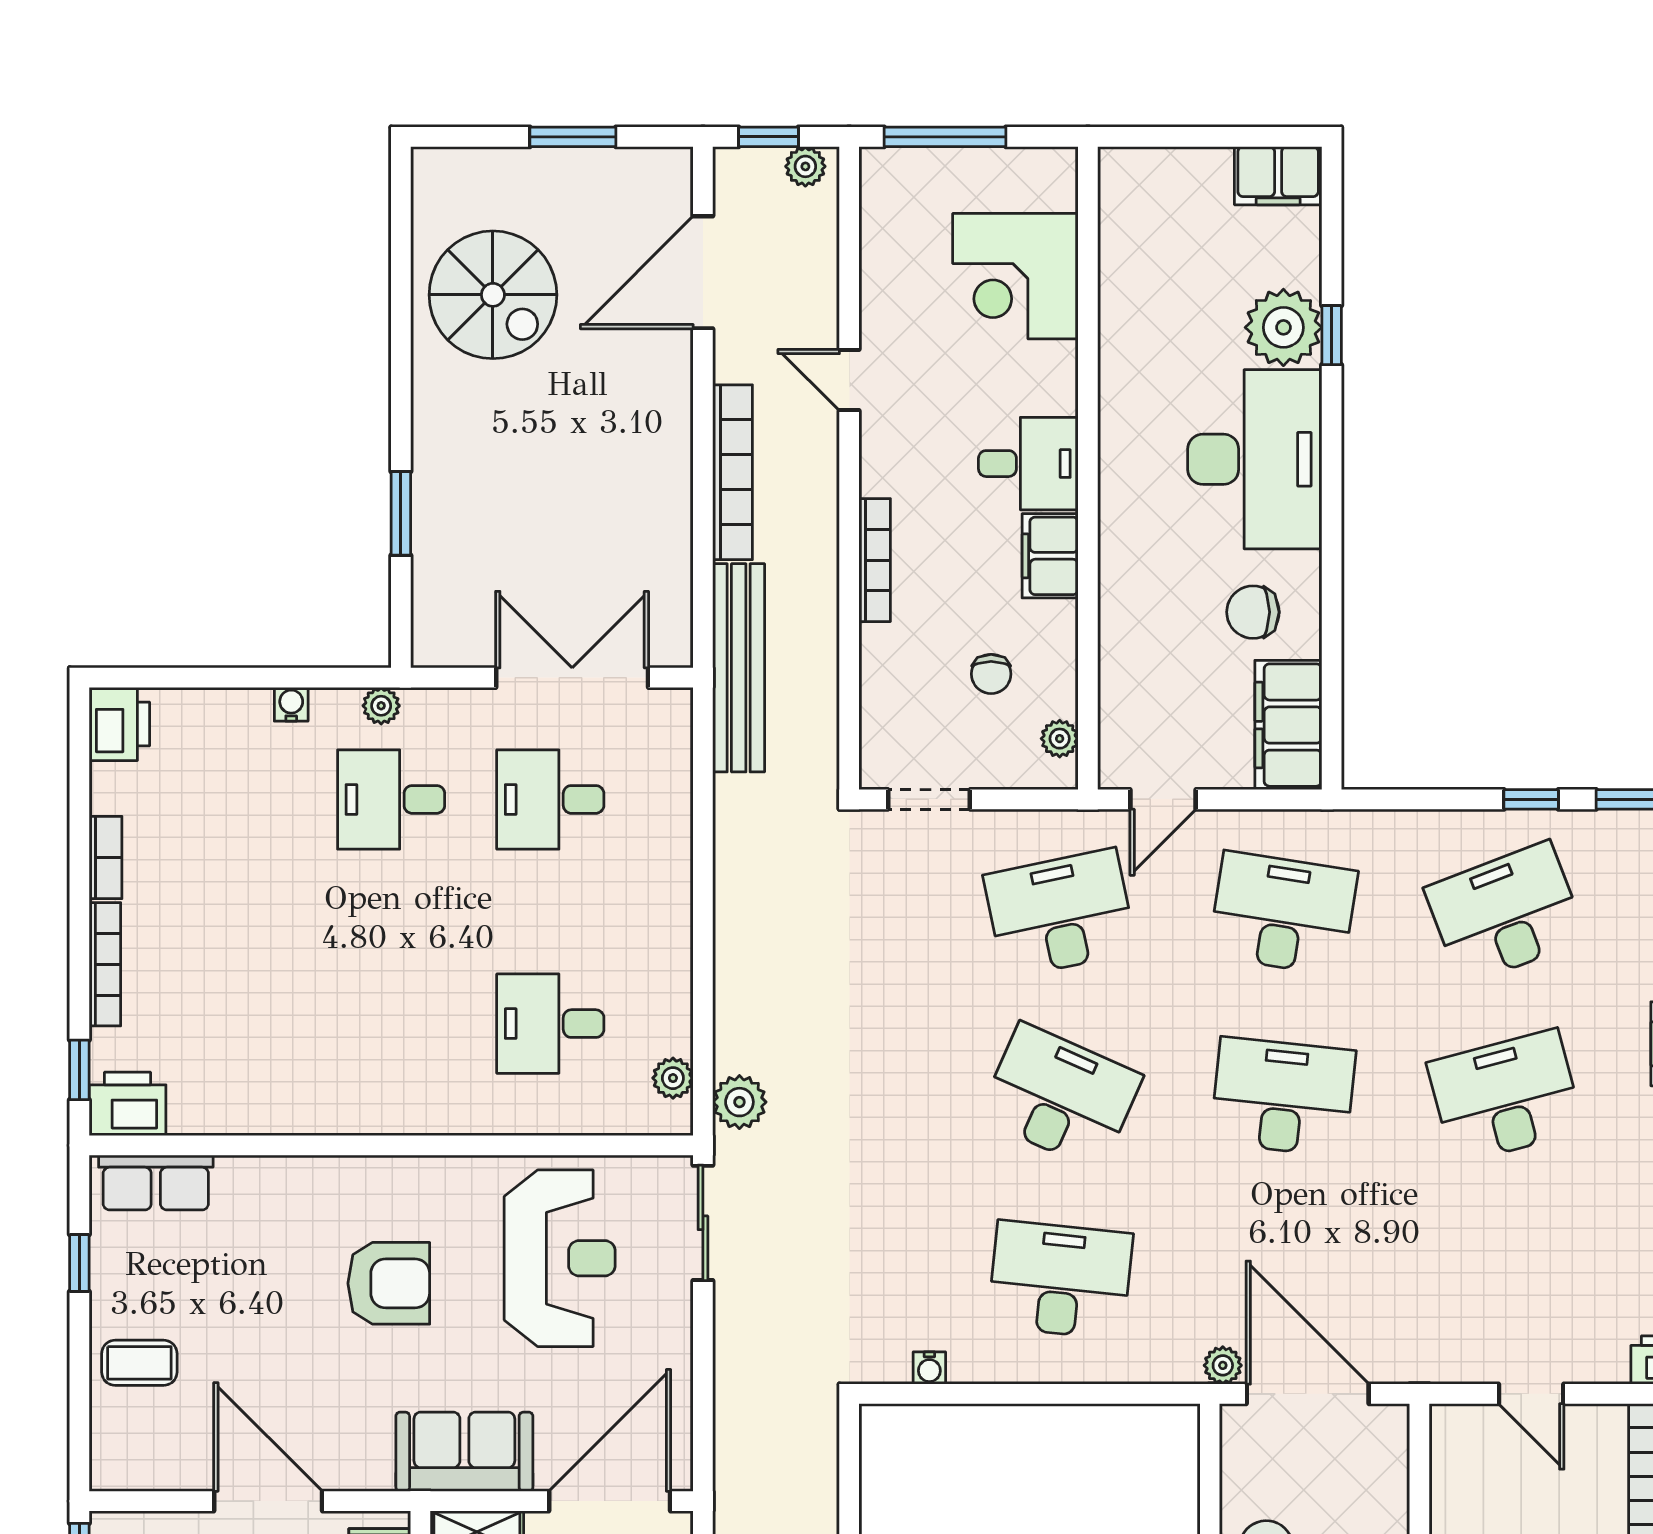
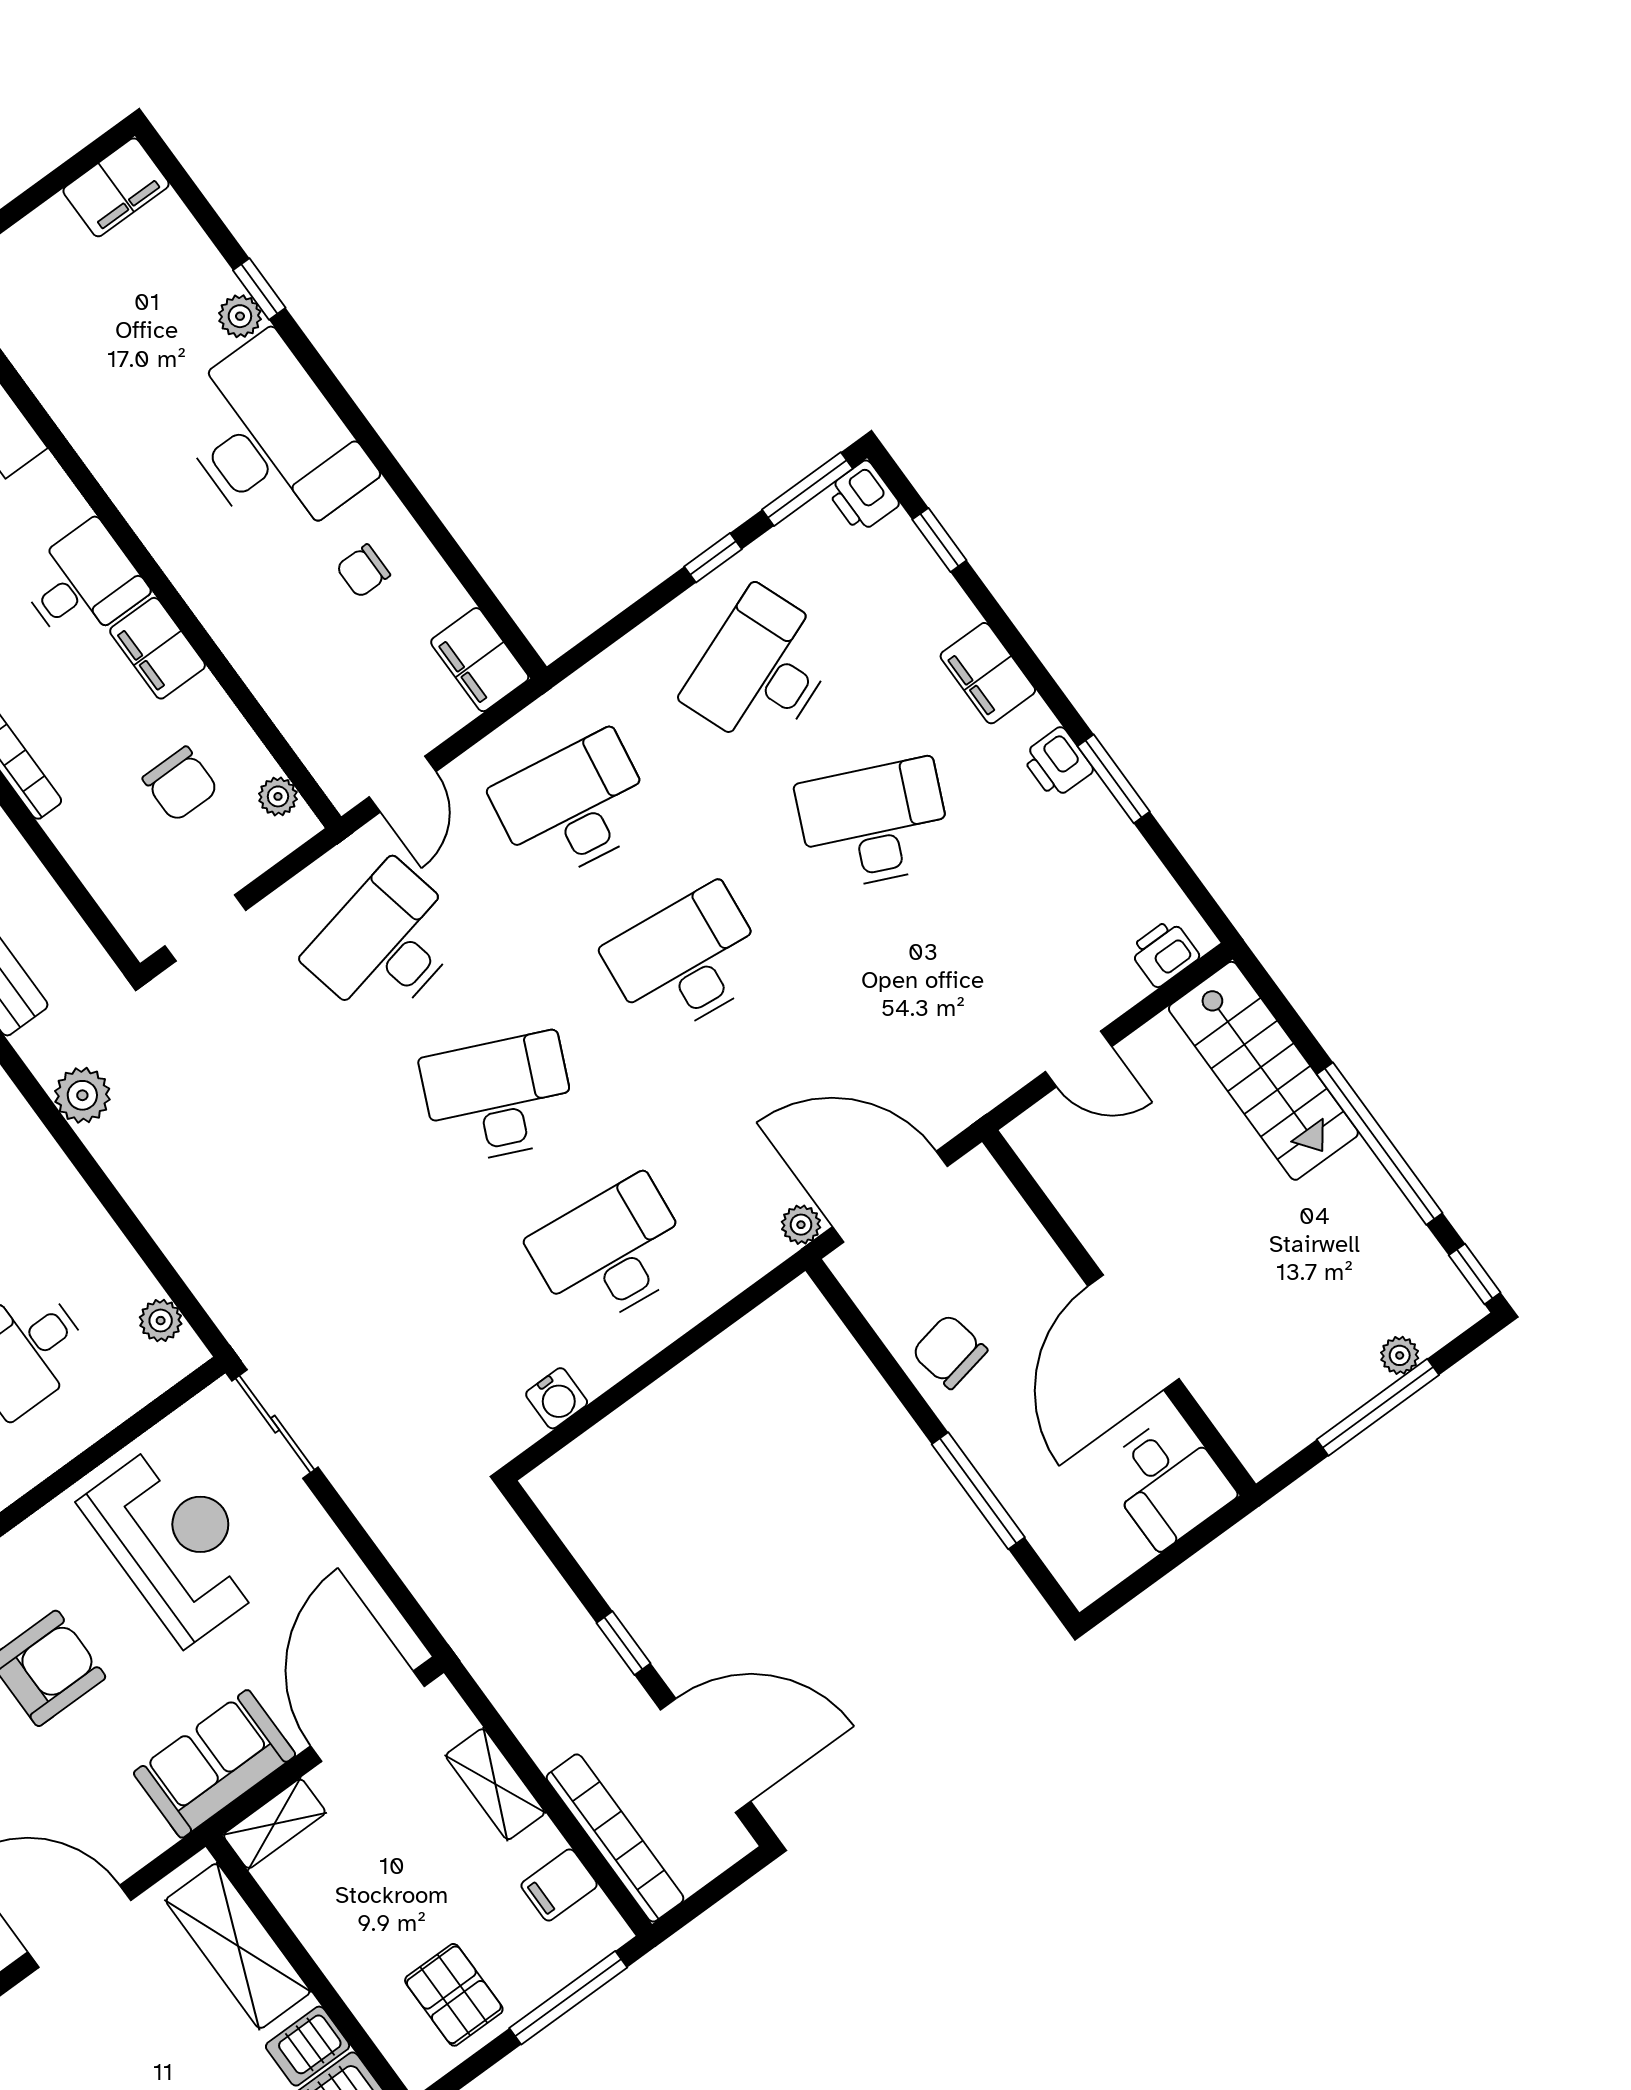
plant: (1283, 327) -> (240, 316), width x0.53, depth x0.53
chair: (1253, 612) -> (363, 571), width x0.73, depth x0.73
chair: (991, 674) -> (180, 784), width x1.37, depth x1.37
filing cabinet: (1288, 725) -> (480, 660), width x0.67, depth x0.86
desk: (1506, 1097) -> (874, 824), turned 39
plant: (739, 1102) -> (82, 1095), moved
water cooler: (929, 1368) -> (557, 1398), width x1.38, depth x1.38

